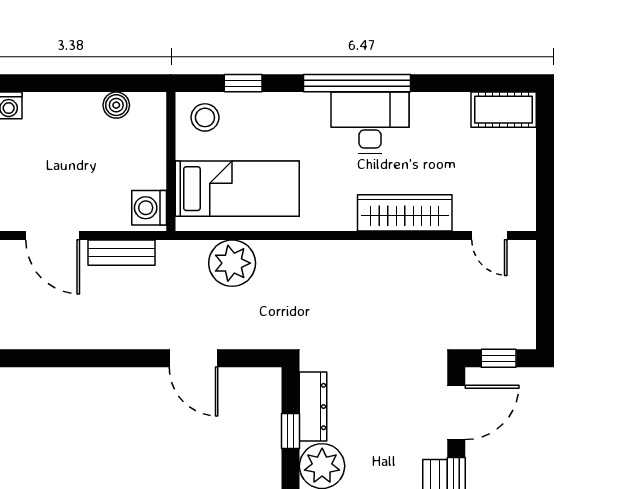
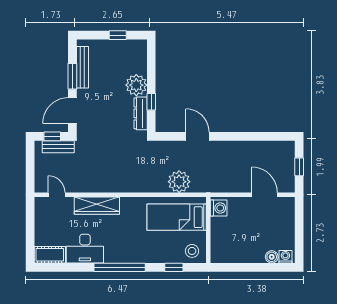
boiler: (116, 105) -> (272, 257), moved
desk: (370, 123) -> (85, 249), moved
bench: (122, 253) -> (58, 147), moved

